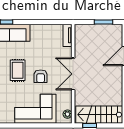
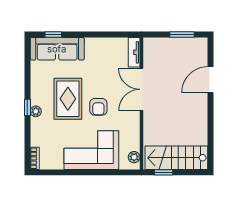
rug: (18, 70) -> (68, 99), width x1.36, depth x1.43
double door: (73, 74) -> (142, 89), moved

